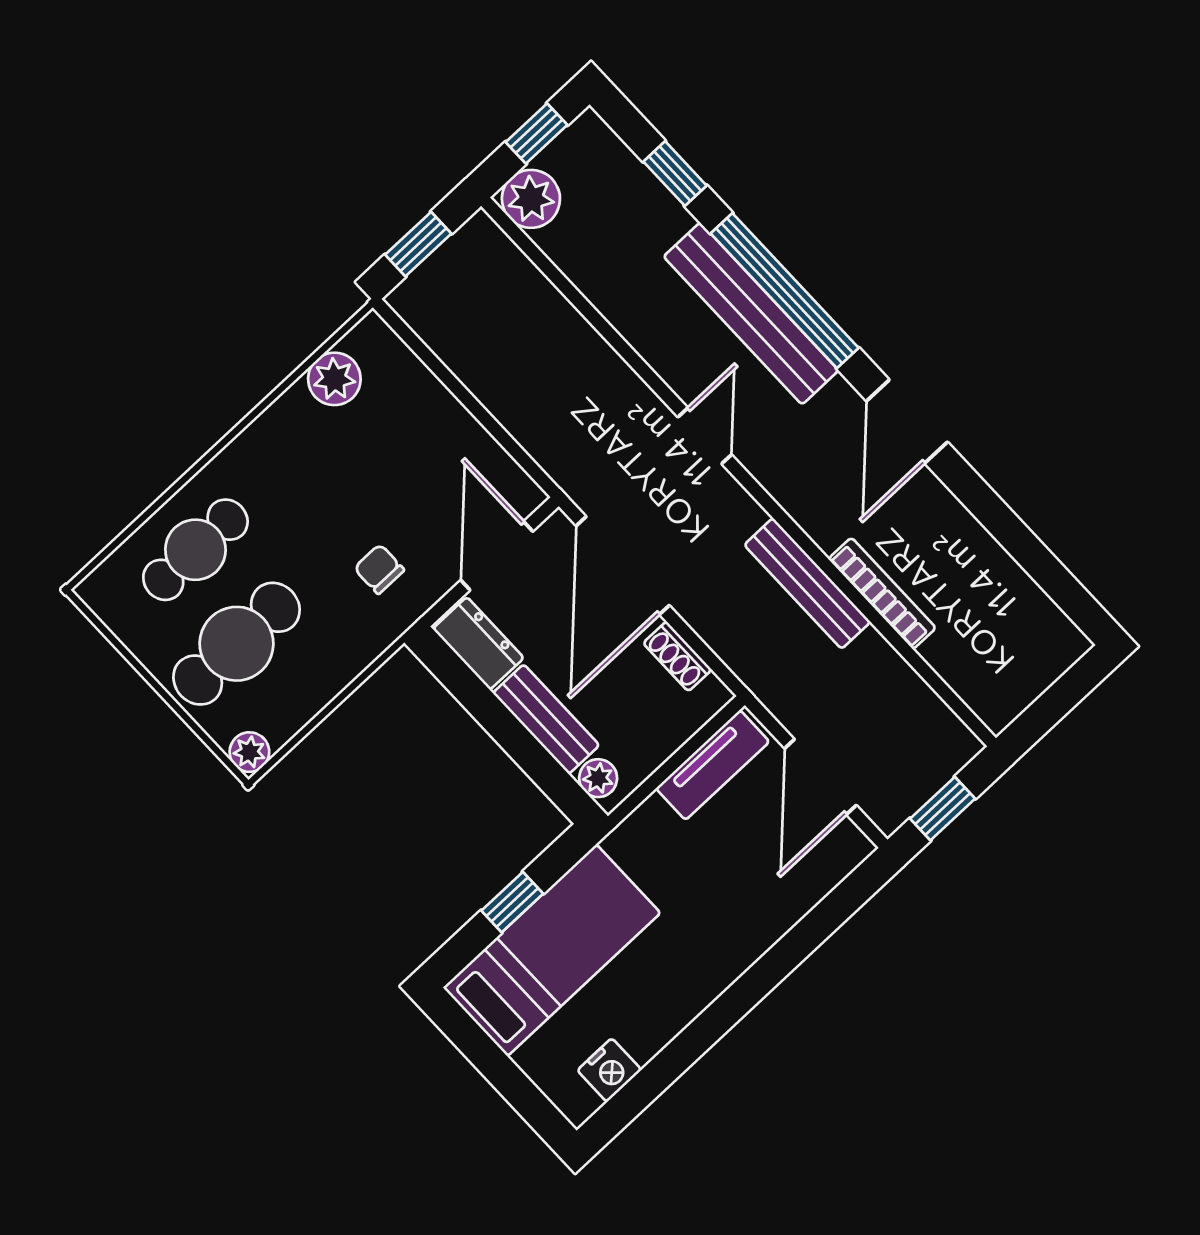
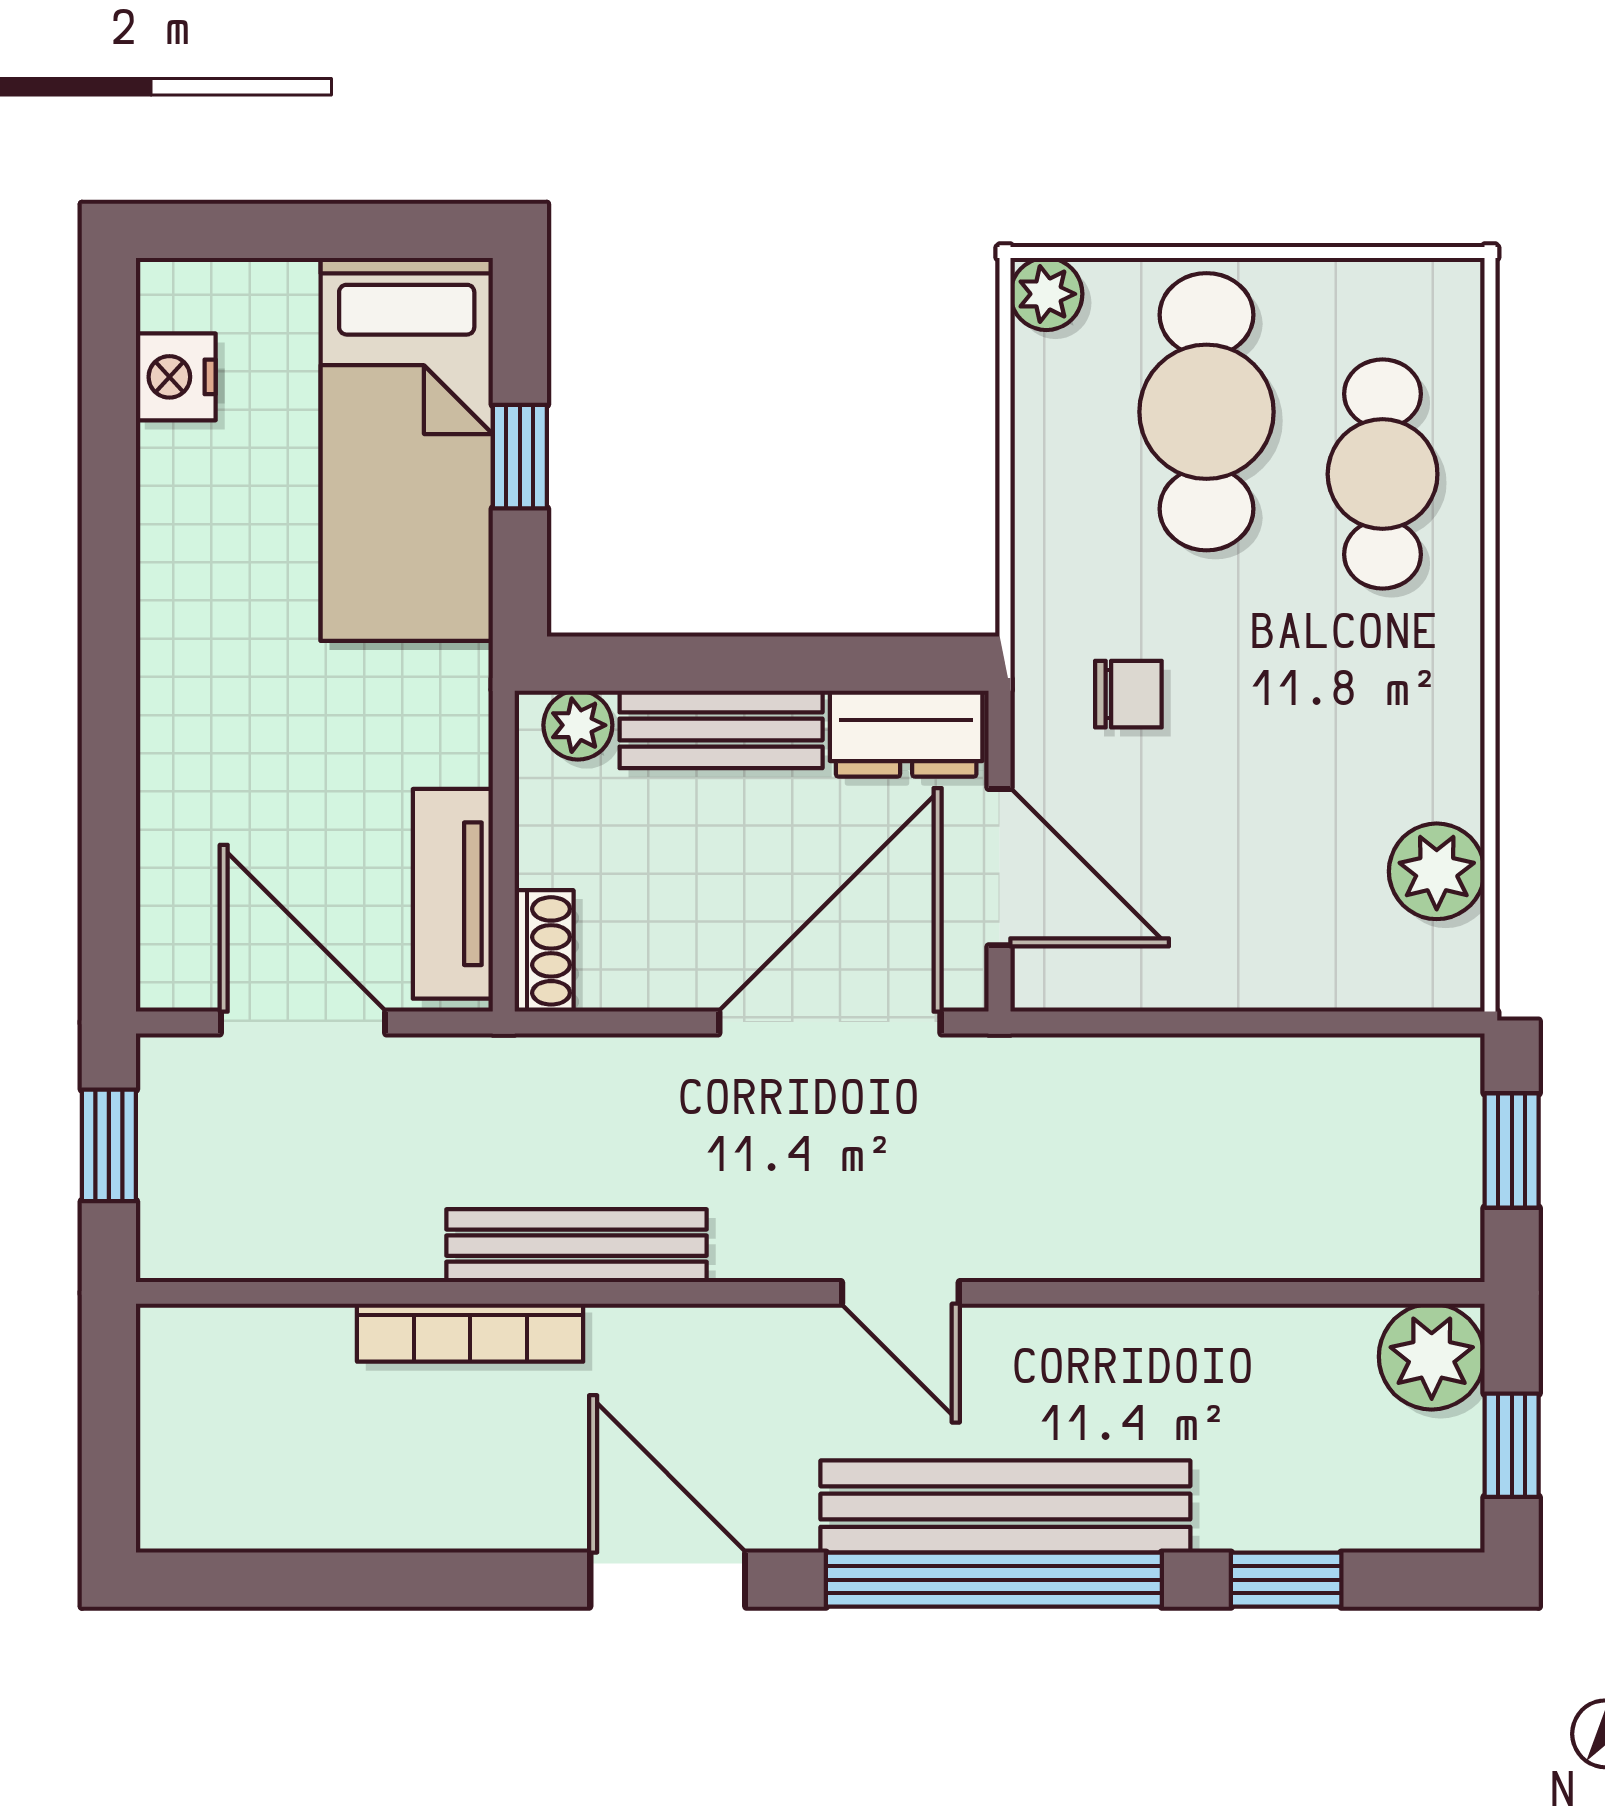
door: (623, 566) -> (830, 1022), hinge flipped
shoe rack: (677, 656) -> (544, 951), moved, turned 90

